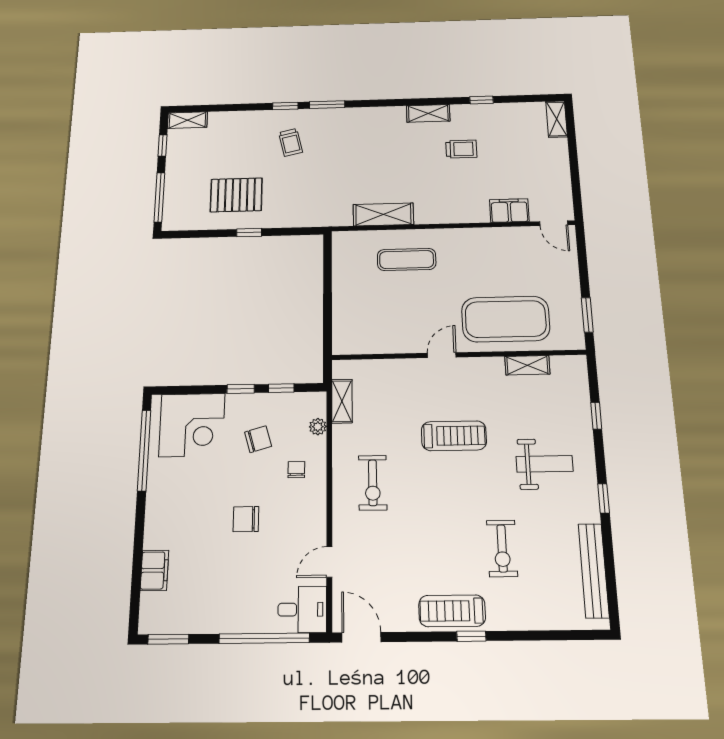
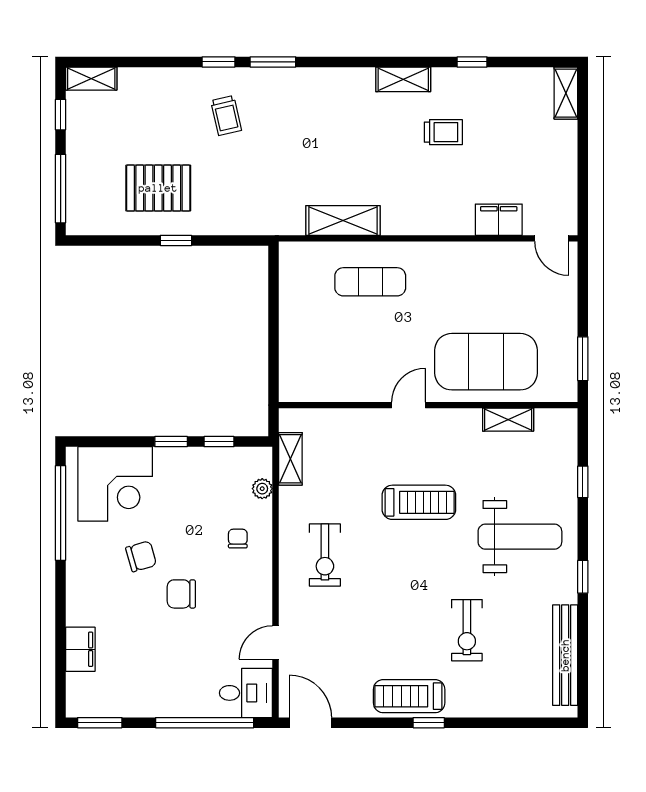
chair: (258, 439) -> (141, 556), moved
weight bench: (544, 464) -> (520, 537), width x1.36, depth x1.33

